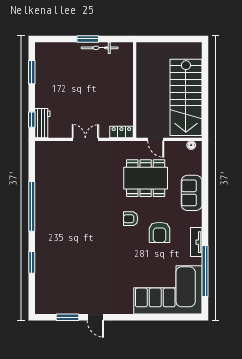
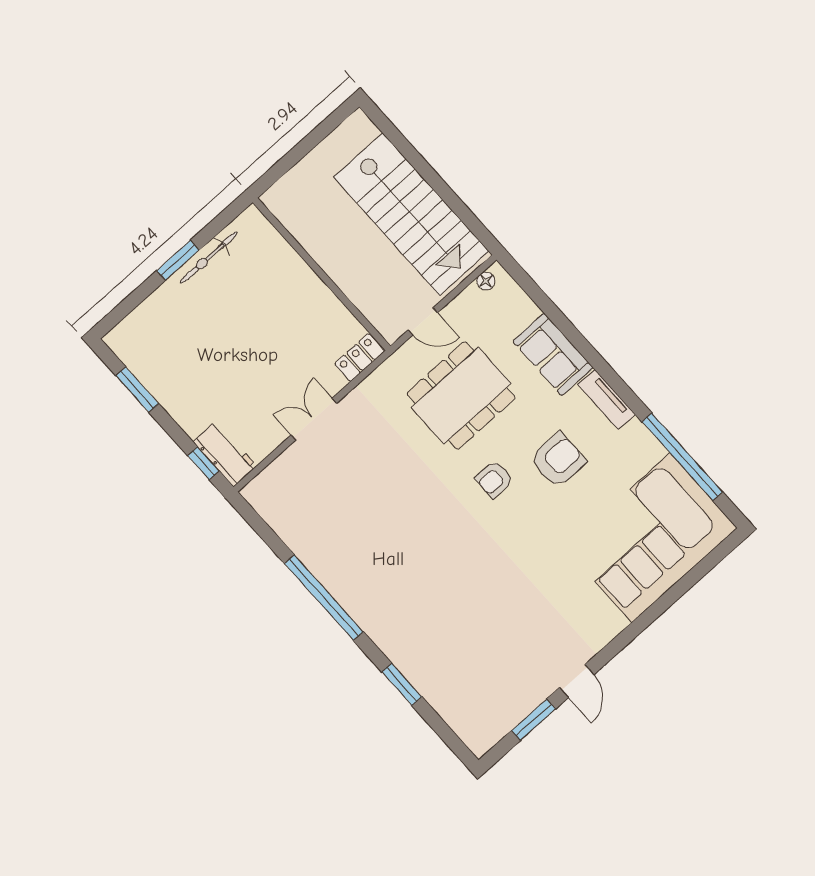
armchair: (159, 232) -> (558, 460), turned -90
tv unit: (196, 242) -> (607, 400), moved
door: (95, 317) -> (577, 681), hinge flipped

